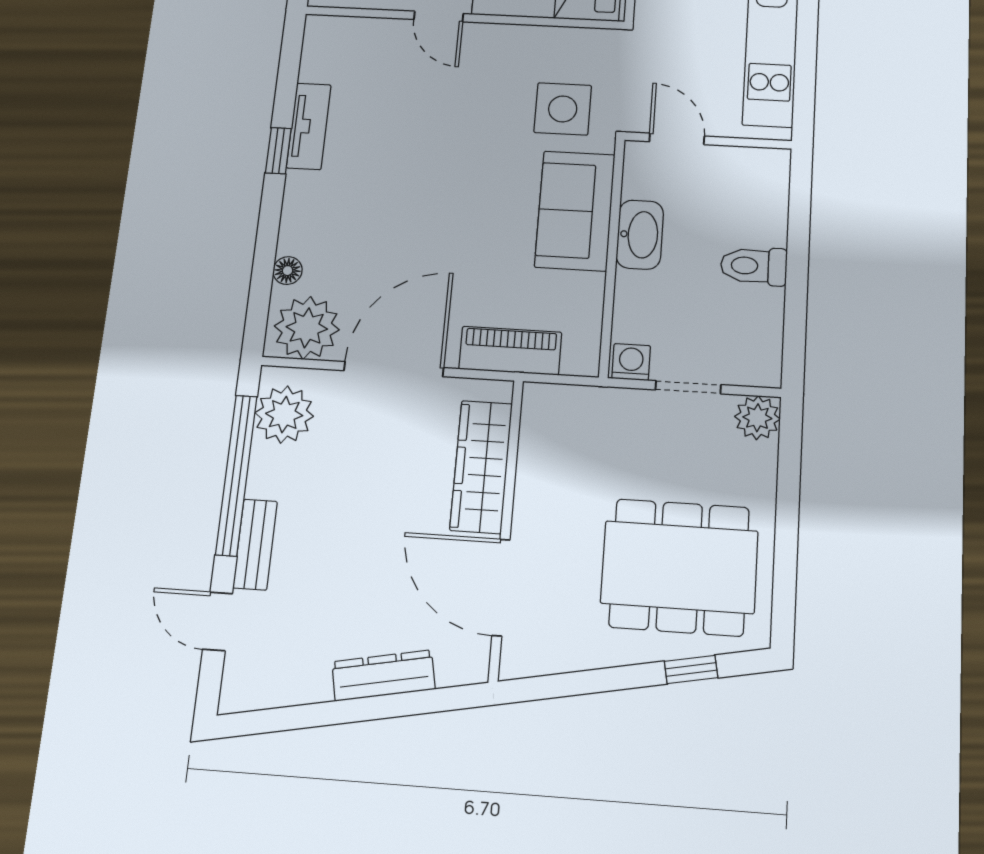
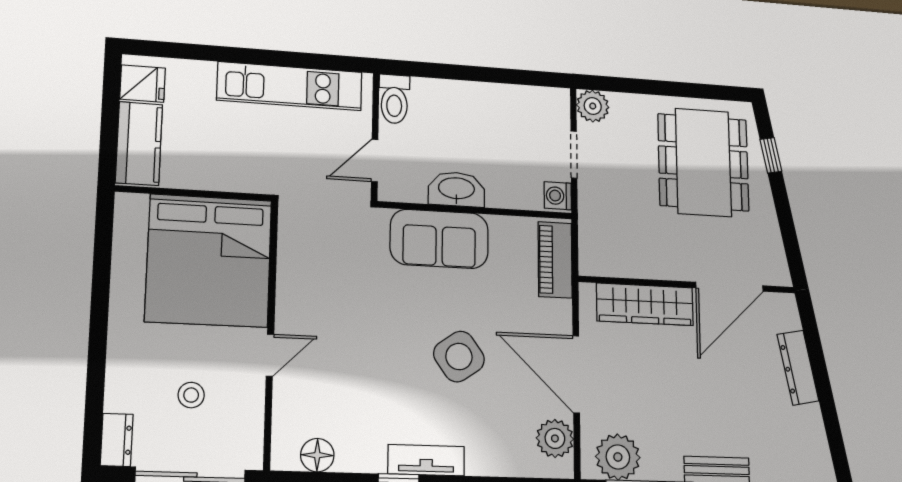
side table: (563, 109) -> (459, 357), moved, turned -35
tv unit: (309, 126) -> (426, 460), moved
toilet: (754, 266) -> (394, 99), moved
floor lamp: (288, 271) -> (317, 455), moved, width x1.37, depth x1.37
plant: (307, 328) -> (555, 438), width x0.73, depth x0.73
piano: (510, 351) -> (555, 260), moved

